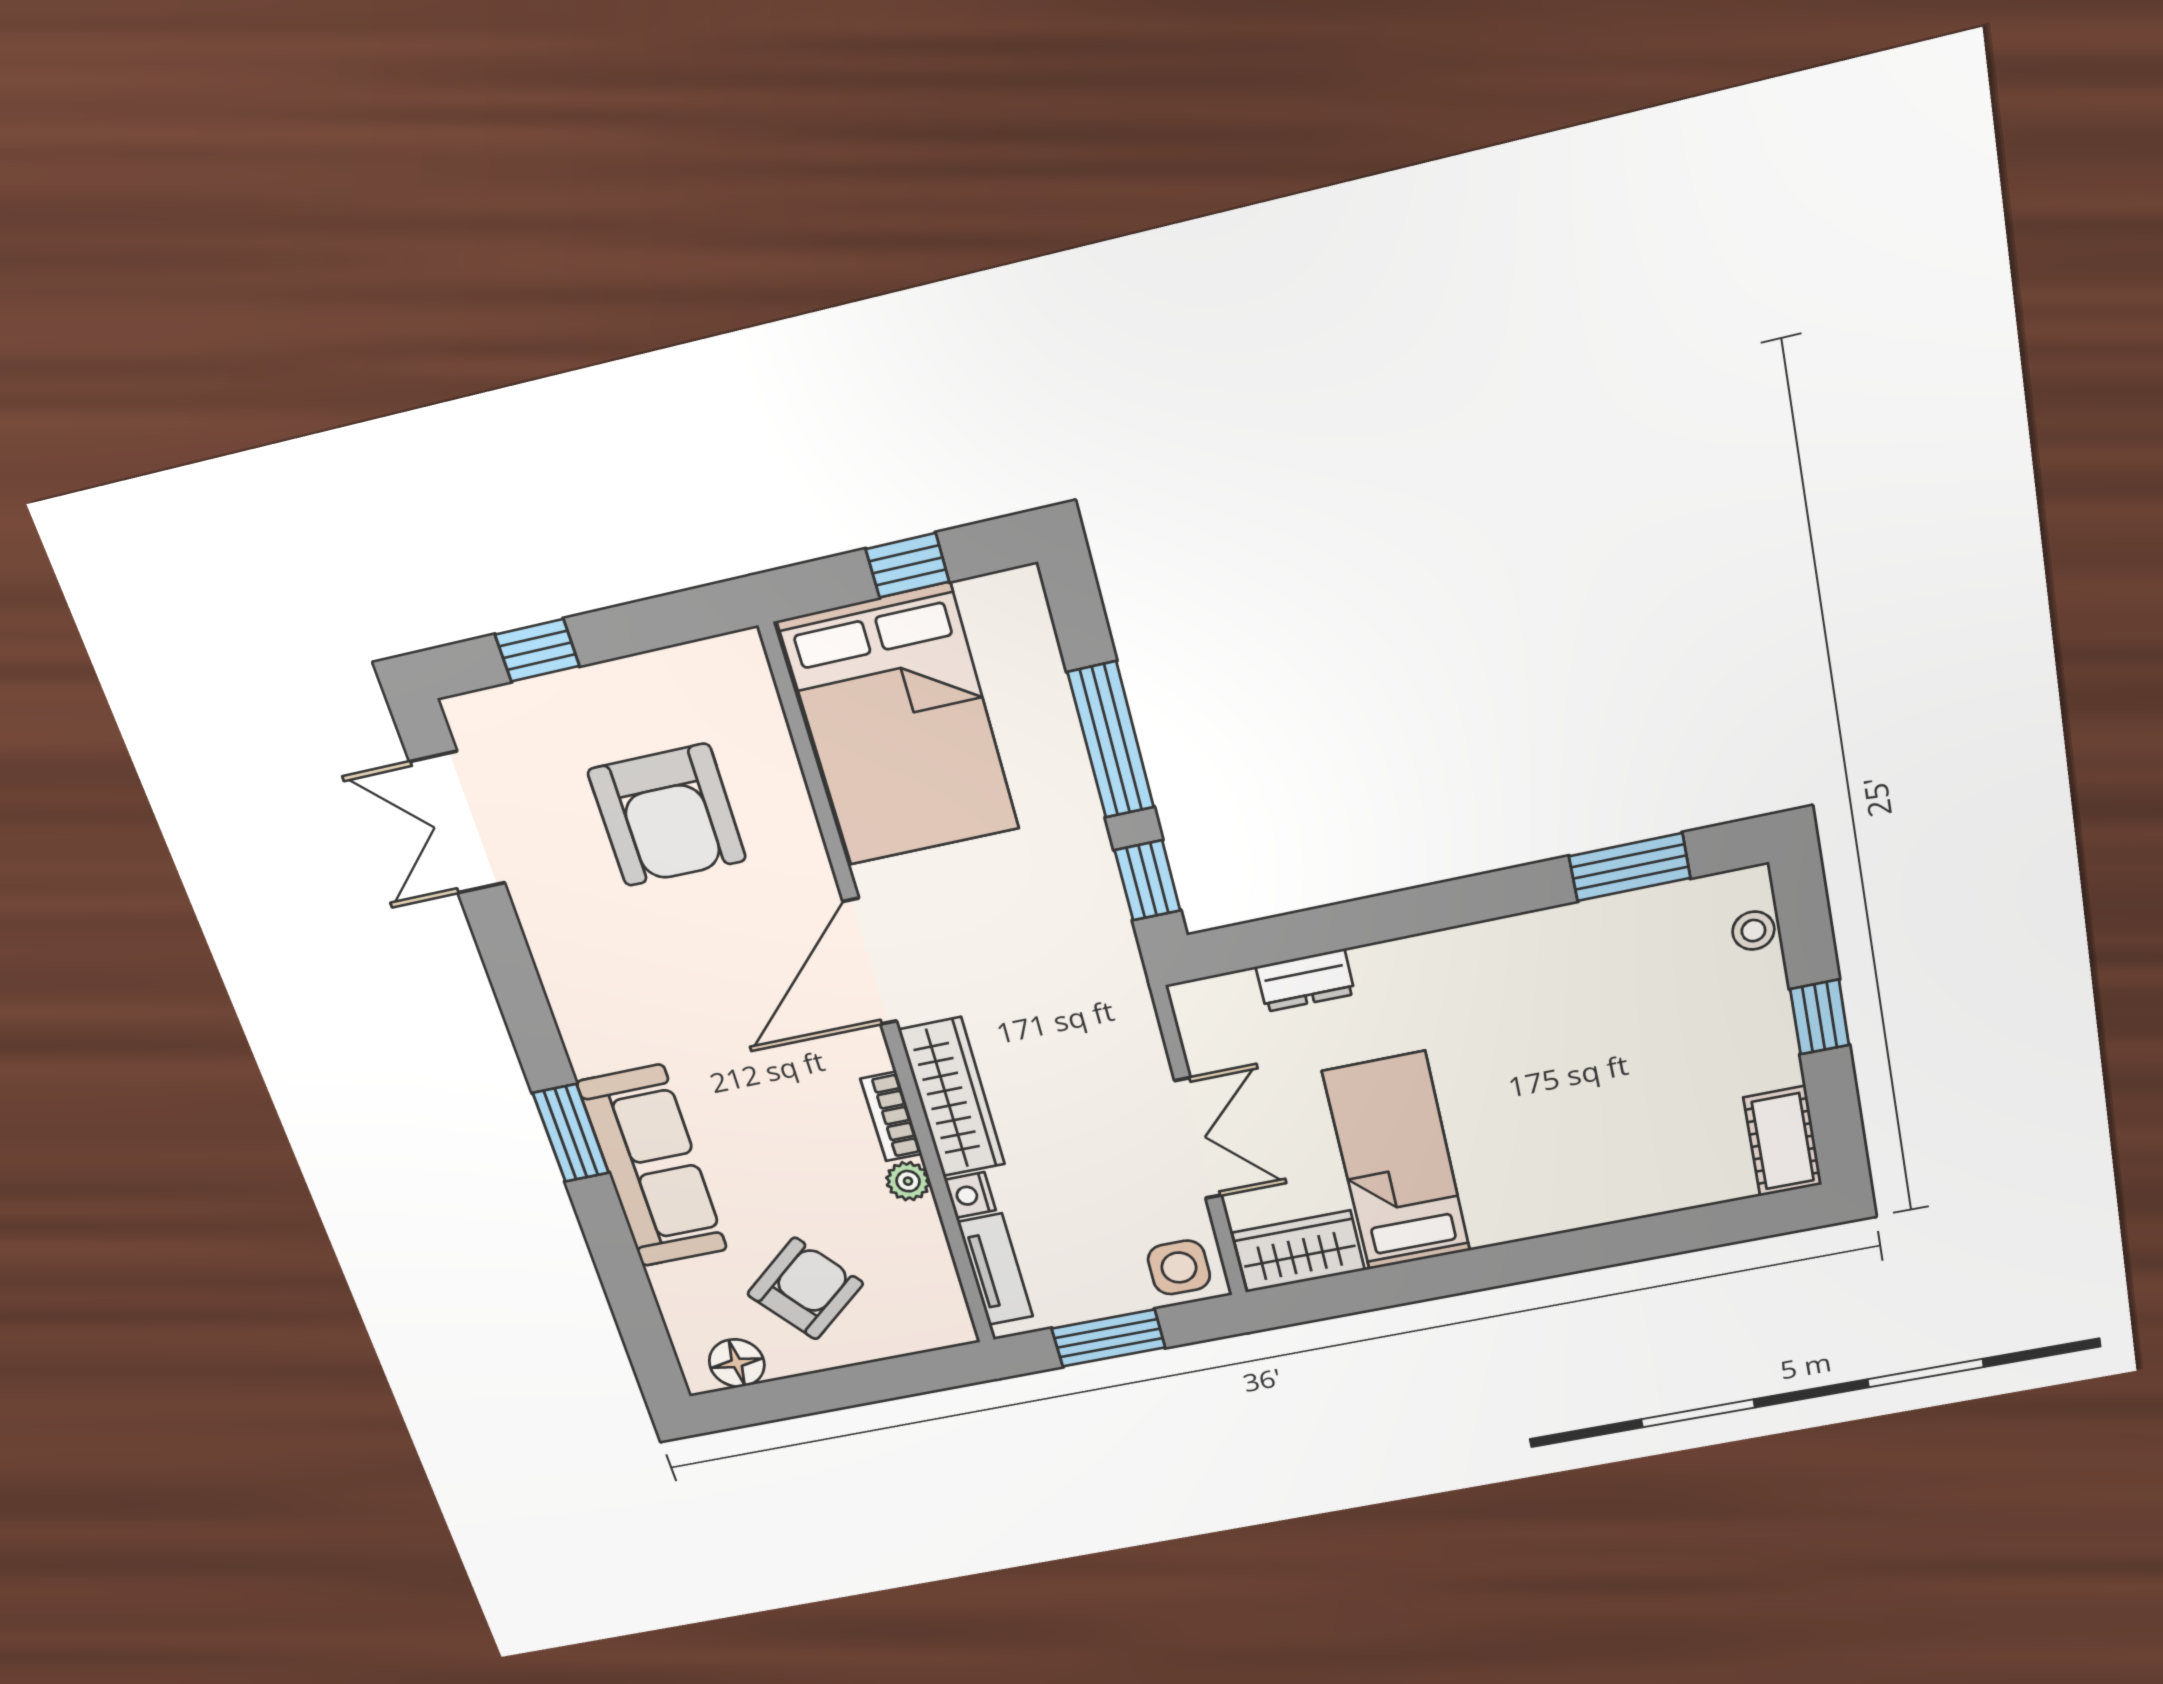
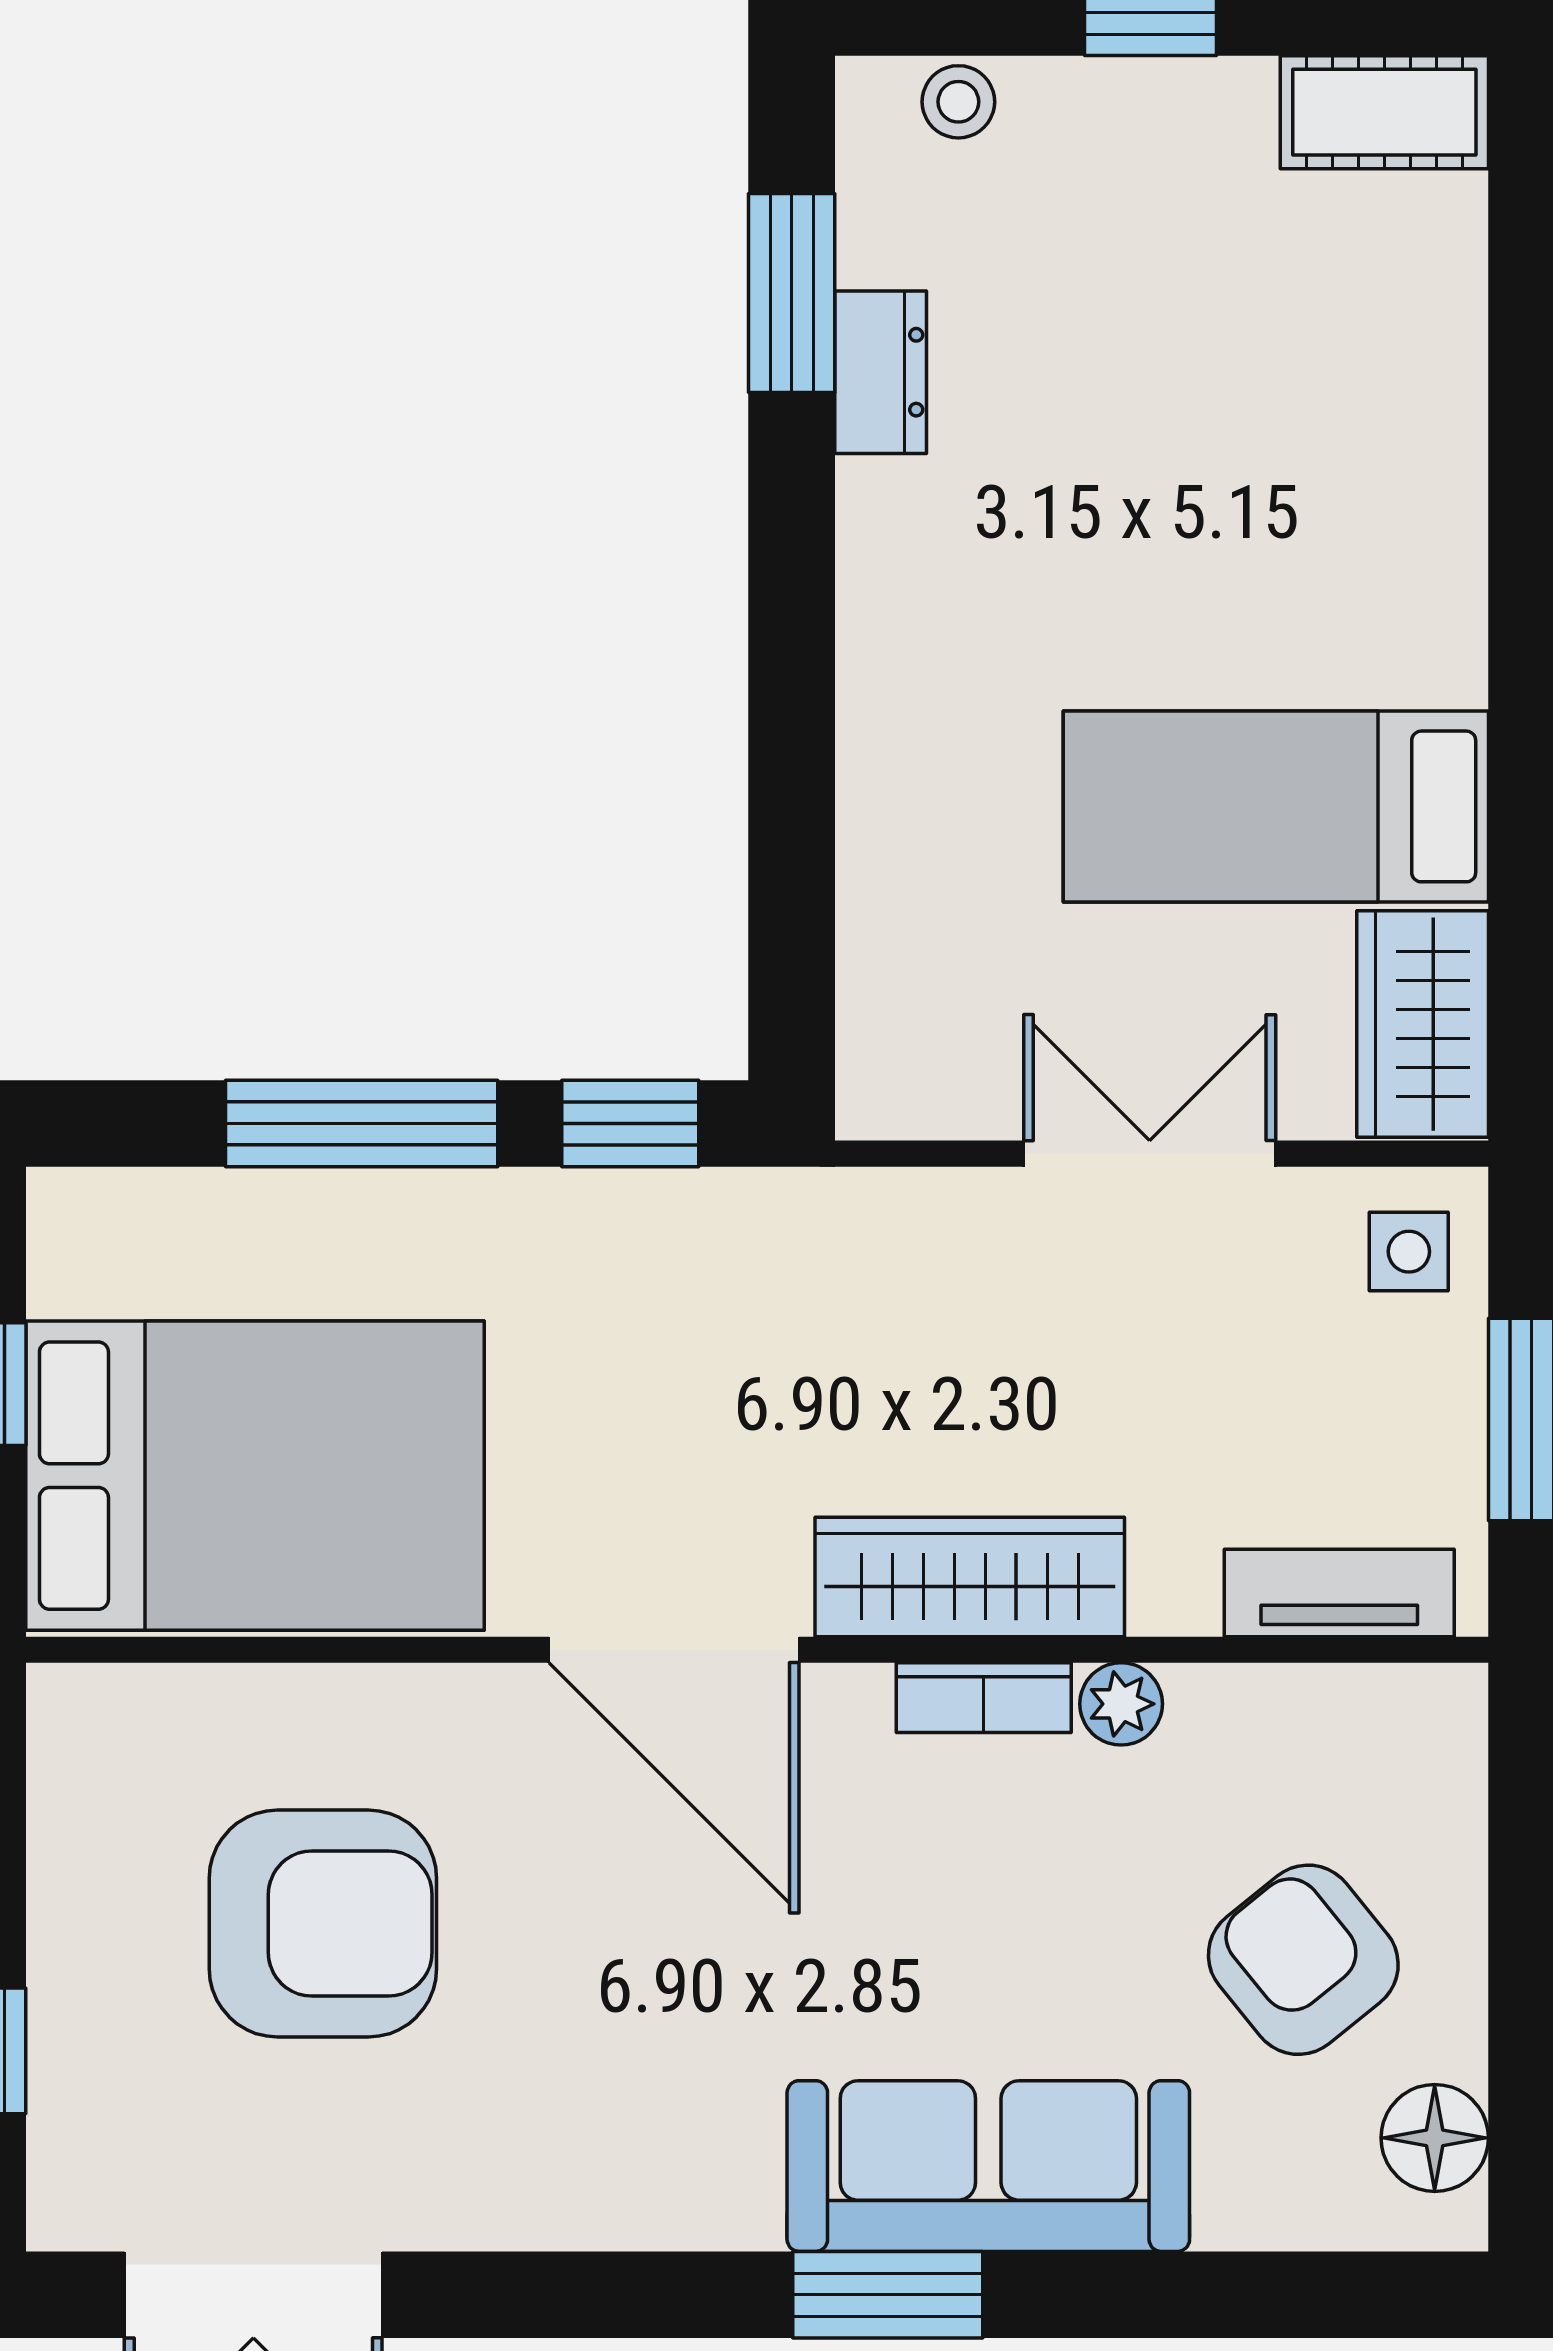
dresser: (1305, 980) -> (881, 372), moved
nightstand: (970, 1195) -> (1174, 1598), removed
side table: (1179, 1267) -> (1409, 1252), width x0.73, depth x0.73

